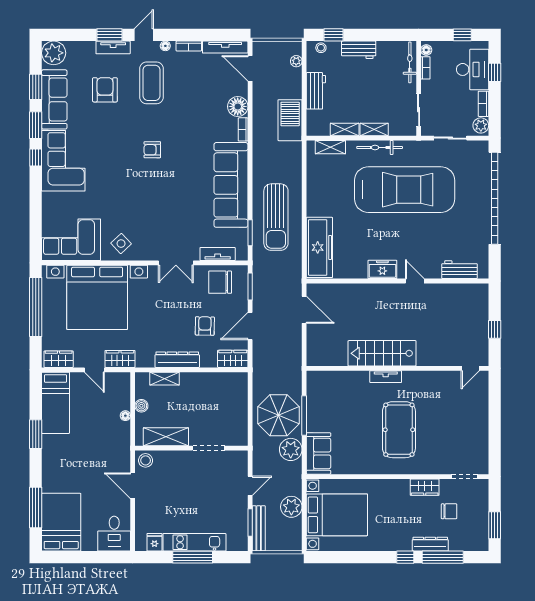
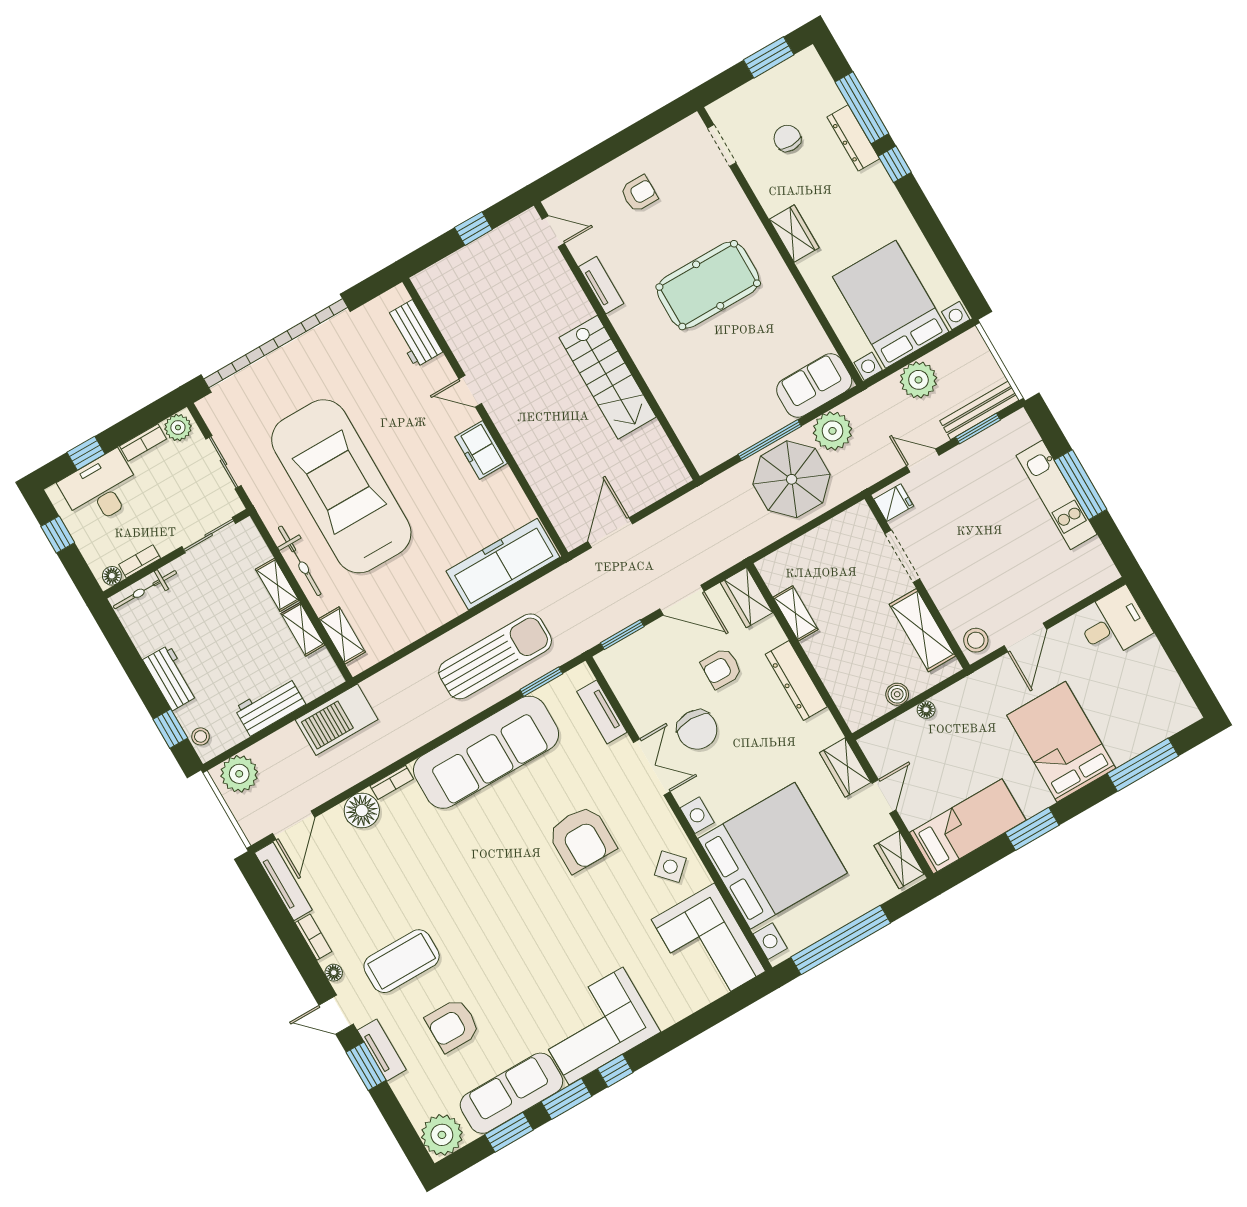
plant: (296, 61) -> (239, 774), width x1.88, depth x1.88
armchair: (152, 150) -> (582, 839), moved, width x1.88, depth x1.88
door: (415, 281) -> (470, 391), hinge flipped
chair: (220, 282) -> (697, 730), moved
tv unit: (386, 377) -> (601, 285), moved
shelving: (165, 379) -> (796, 613), moved
armchair: (464, 422) -> (639, 194), added
wardrobe: (425, 487) -> (794, 234), moved
bed: (61, 522) -> (1061, 742), moved, turned 90
fridge: (154, 542) -> (894, 503), moved, turned 180

